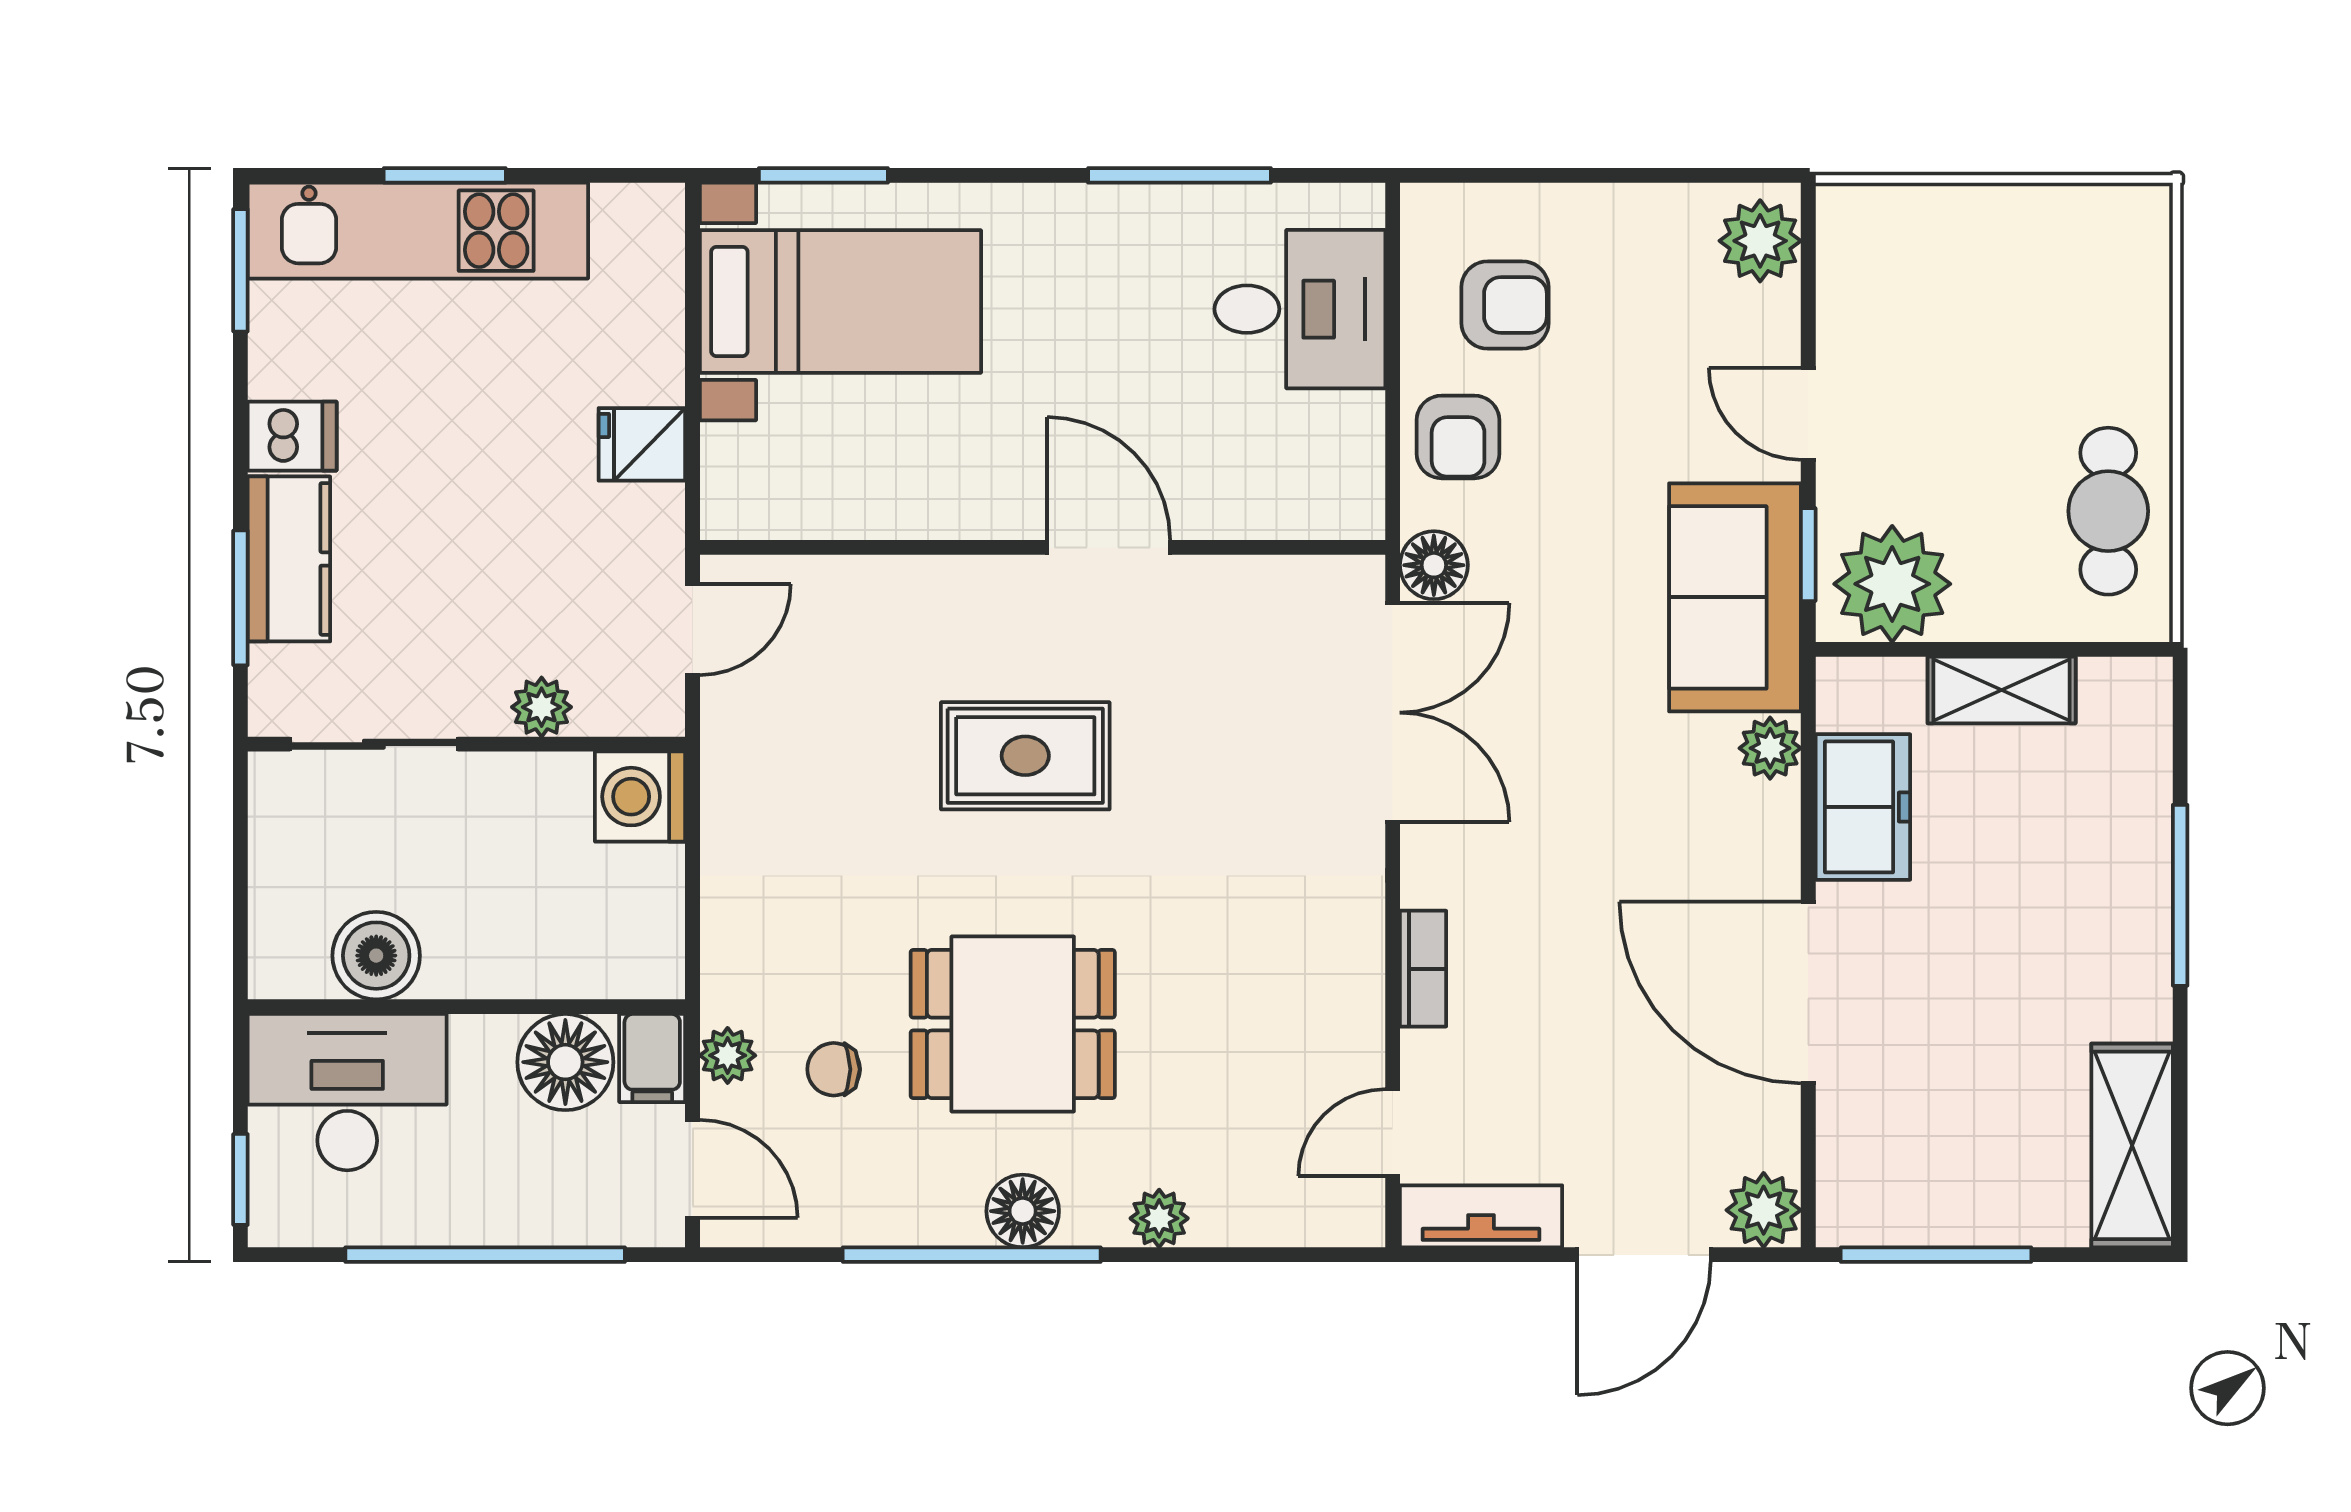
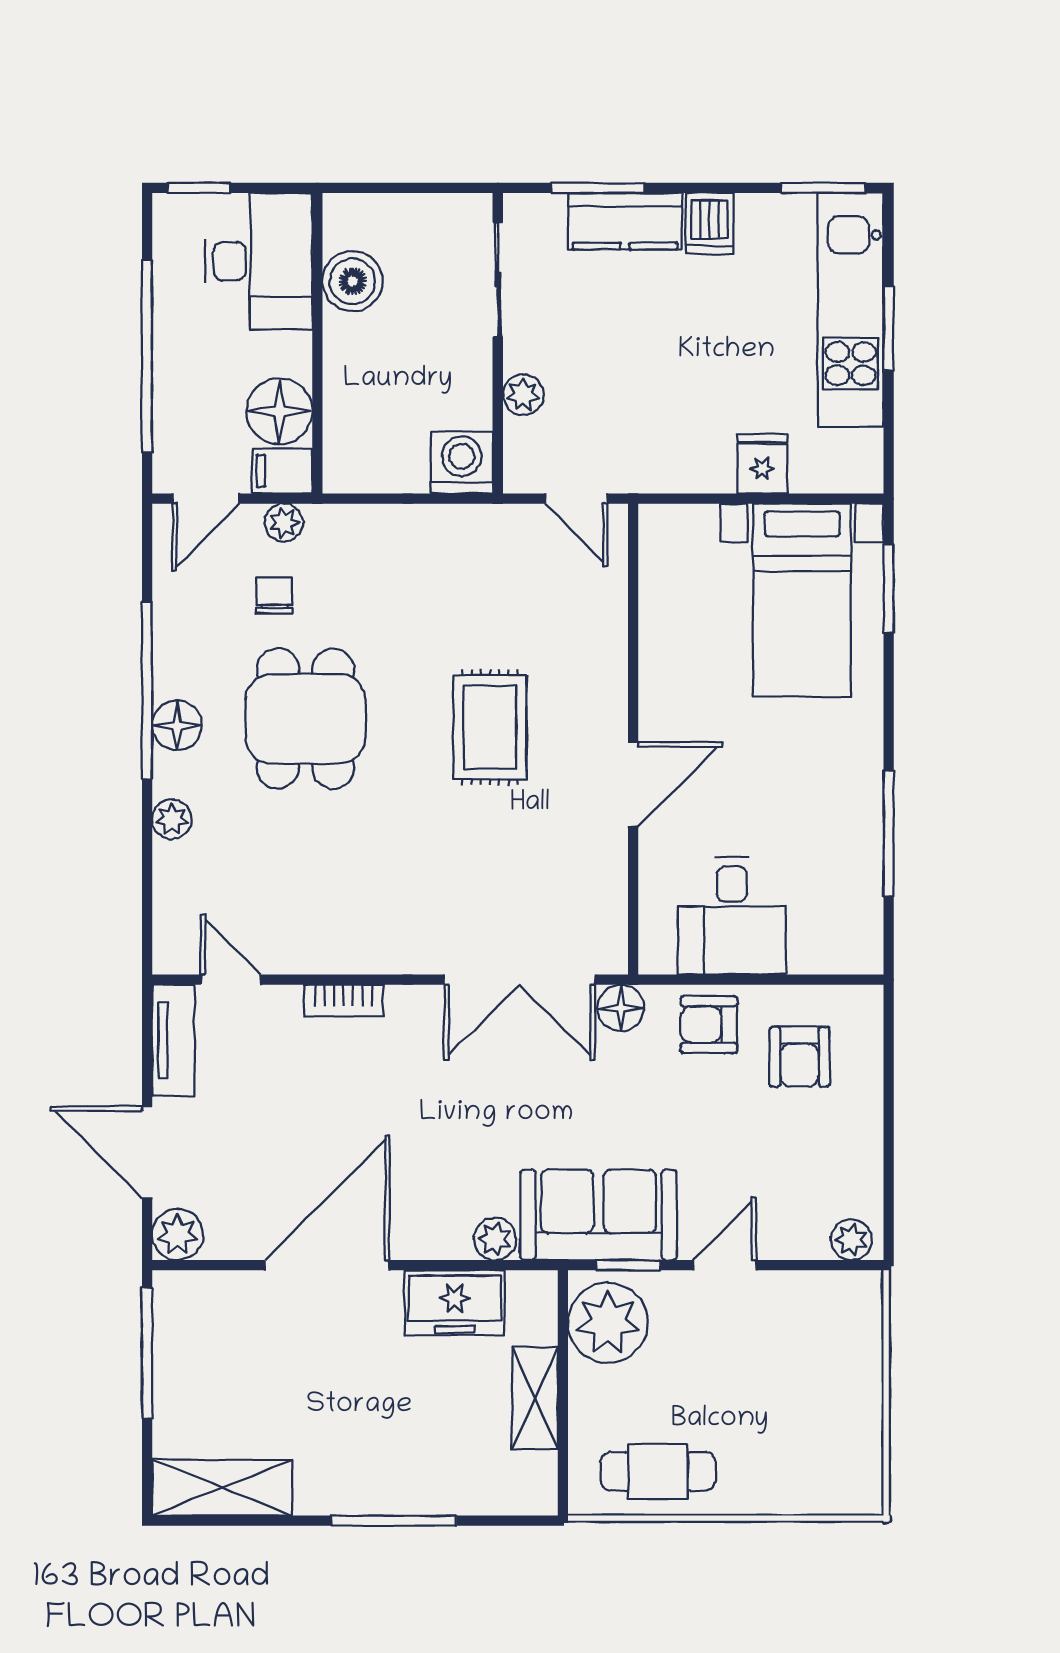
plant: (1760, 241) -> (851, 1240), width x0.73, depth x0.73
desk: (1300, 309) -> (732, 916), moved
fridge: (642, 444) -> (762, 464), moved

